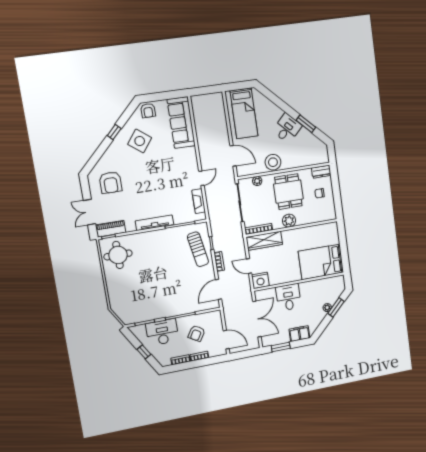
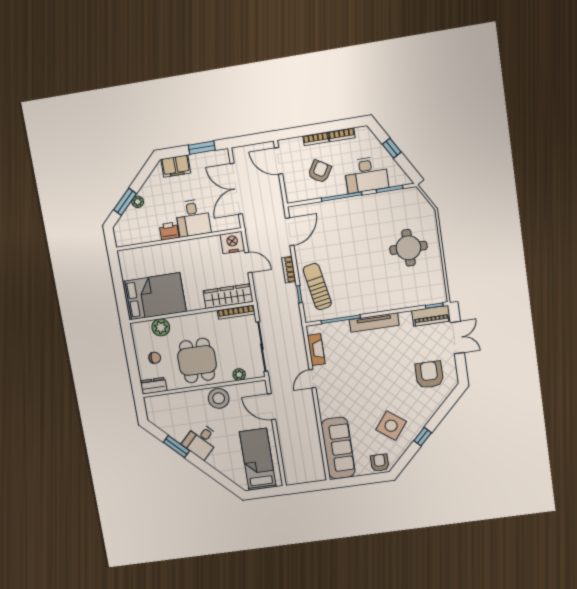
plant: (289, 221) -> (161, 327), moved
round table: (118, 255) -> (408, 248), moved
bed: (321, 262) -> (154, 296), moved
printer: (306, 287) -> (169, 231), added

